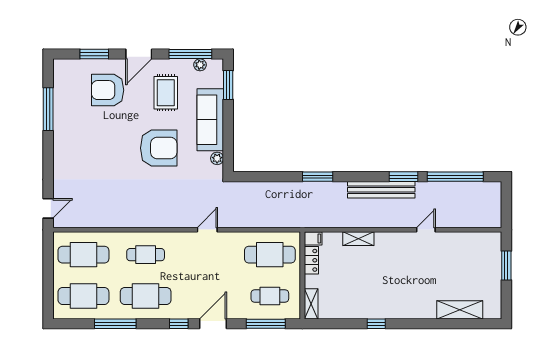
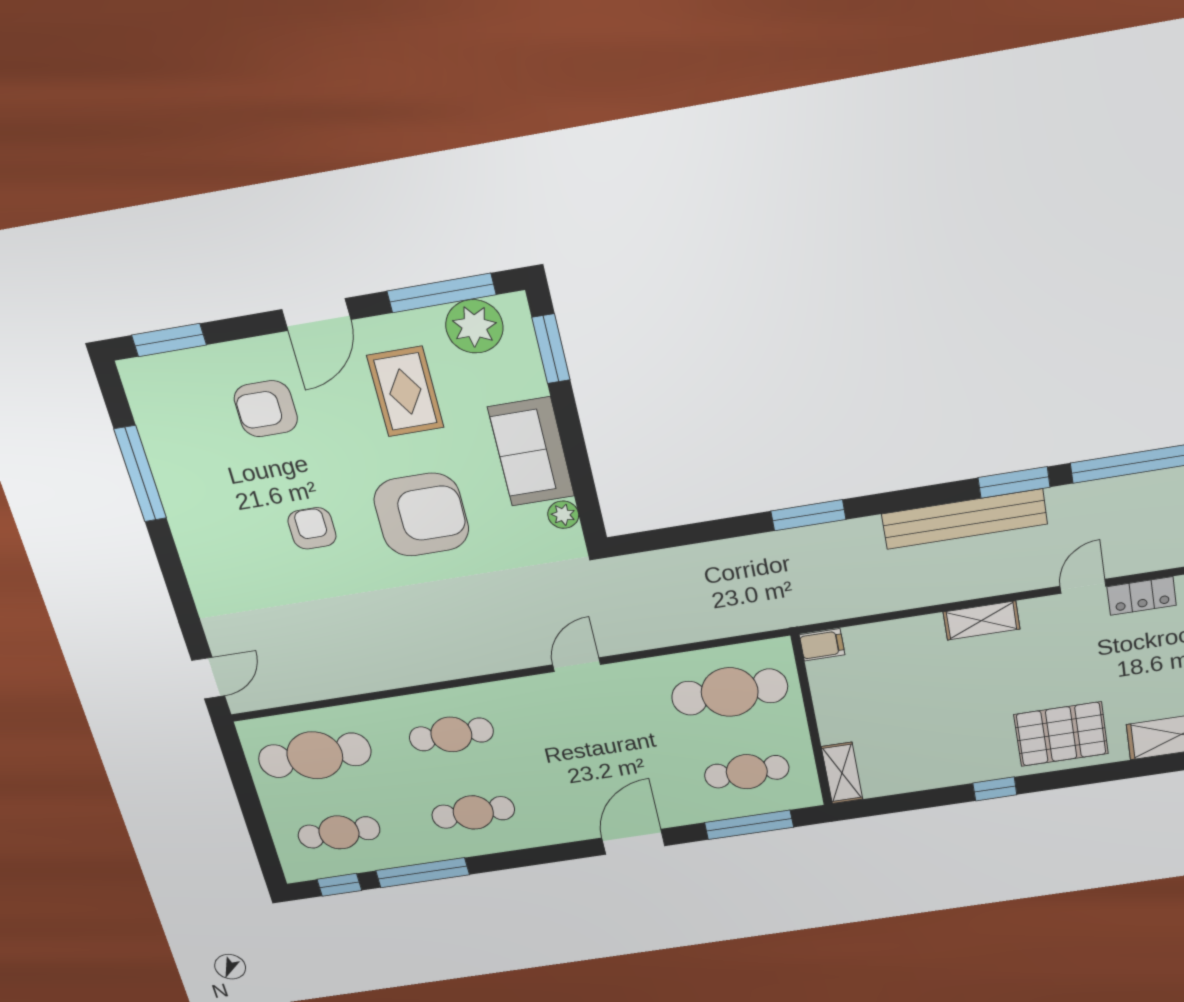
window: (94, 54) -> (169, 340), moved
plant: (200, 65) -> (474, 326), width x1.88, depth x1.88
armchair: (108, 90) -> (266, 409), width x0.73, depth x0.73
sofa: (210, 120) -> (531, 452), width x0.73
armchair: (112, 146) -> (312, 528), added
shelving: (358, 239) -> (982, 620), moved
locker: (311, 260) -> (1142, 596), moved, turned 90
cafe table: (83, 296) -> (339, 832), width x0.73, depth x0.74
cafe table: (146, 296) -> (473, 812), width x0.73, depth x0.74
pallet: (408, 301) -> (1061, 734), added
window: (179, 324) -> (339, 885), moved

